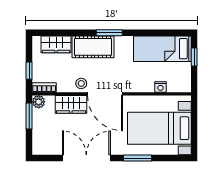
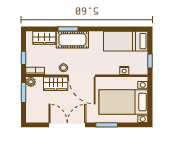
window: (109, 33) -> (68, 29), moved
window: (194, 57) -> (150, 61), moved

